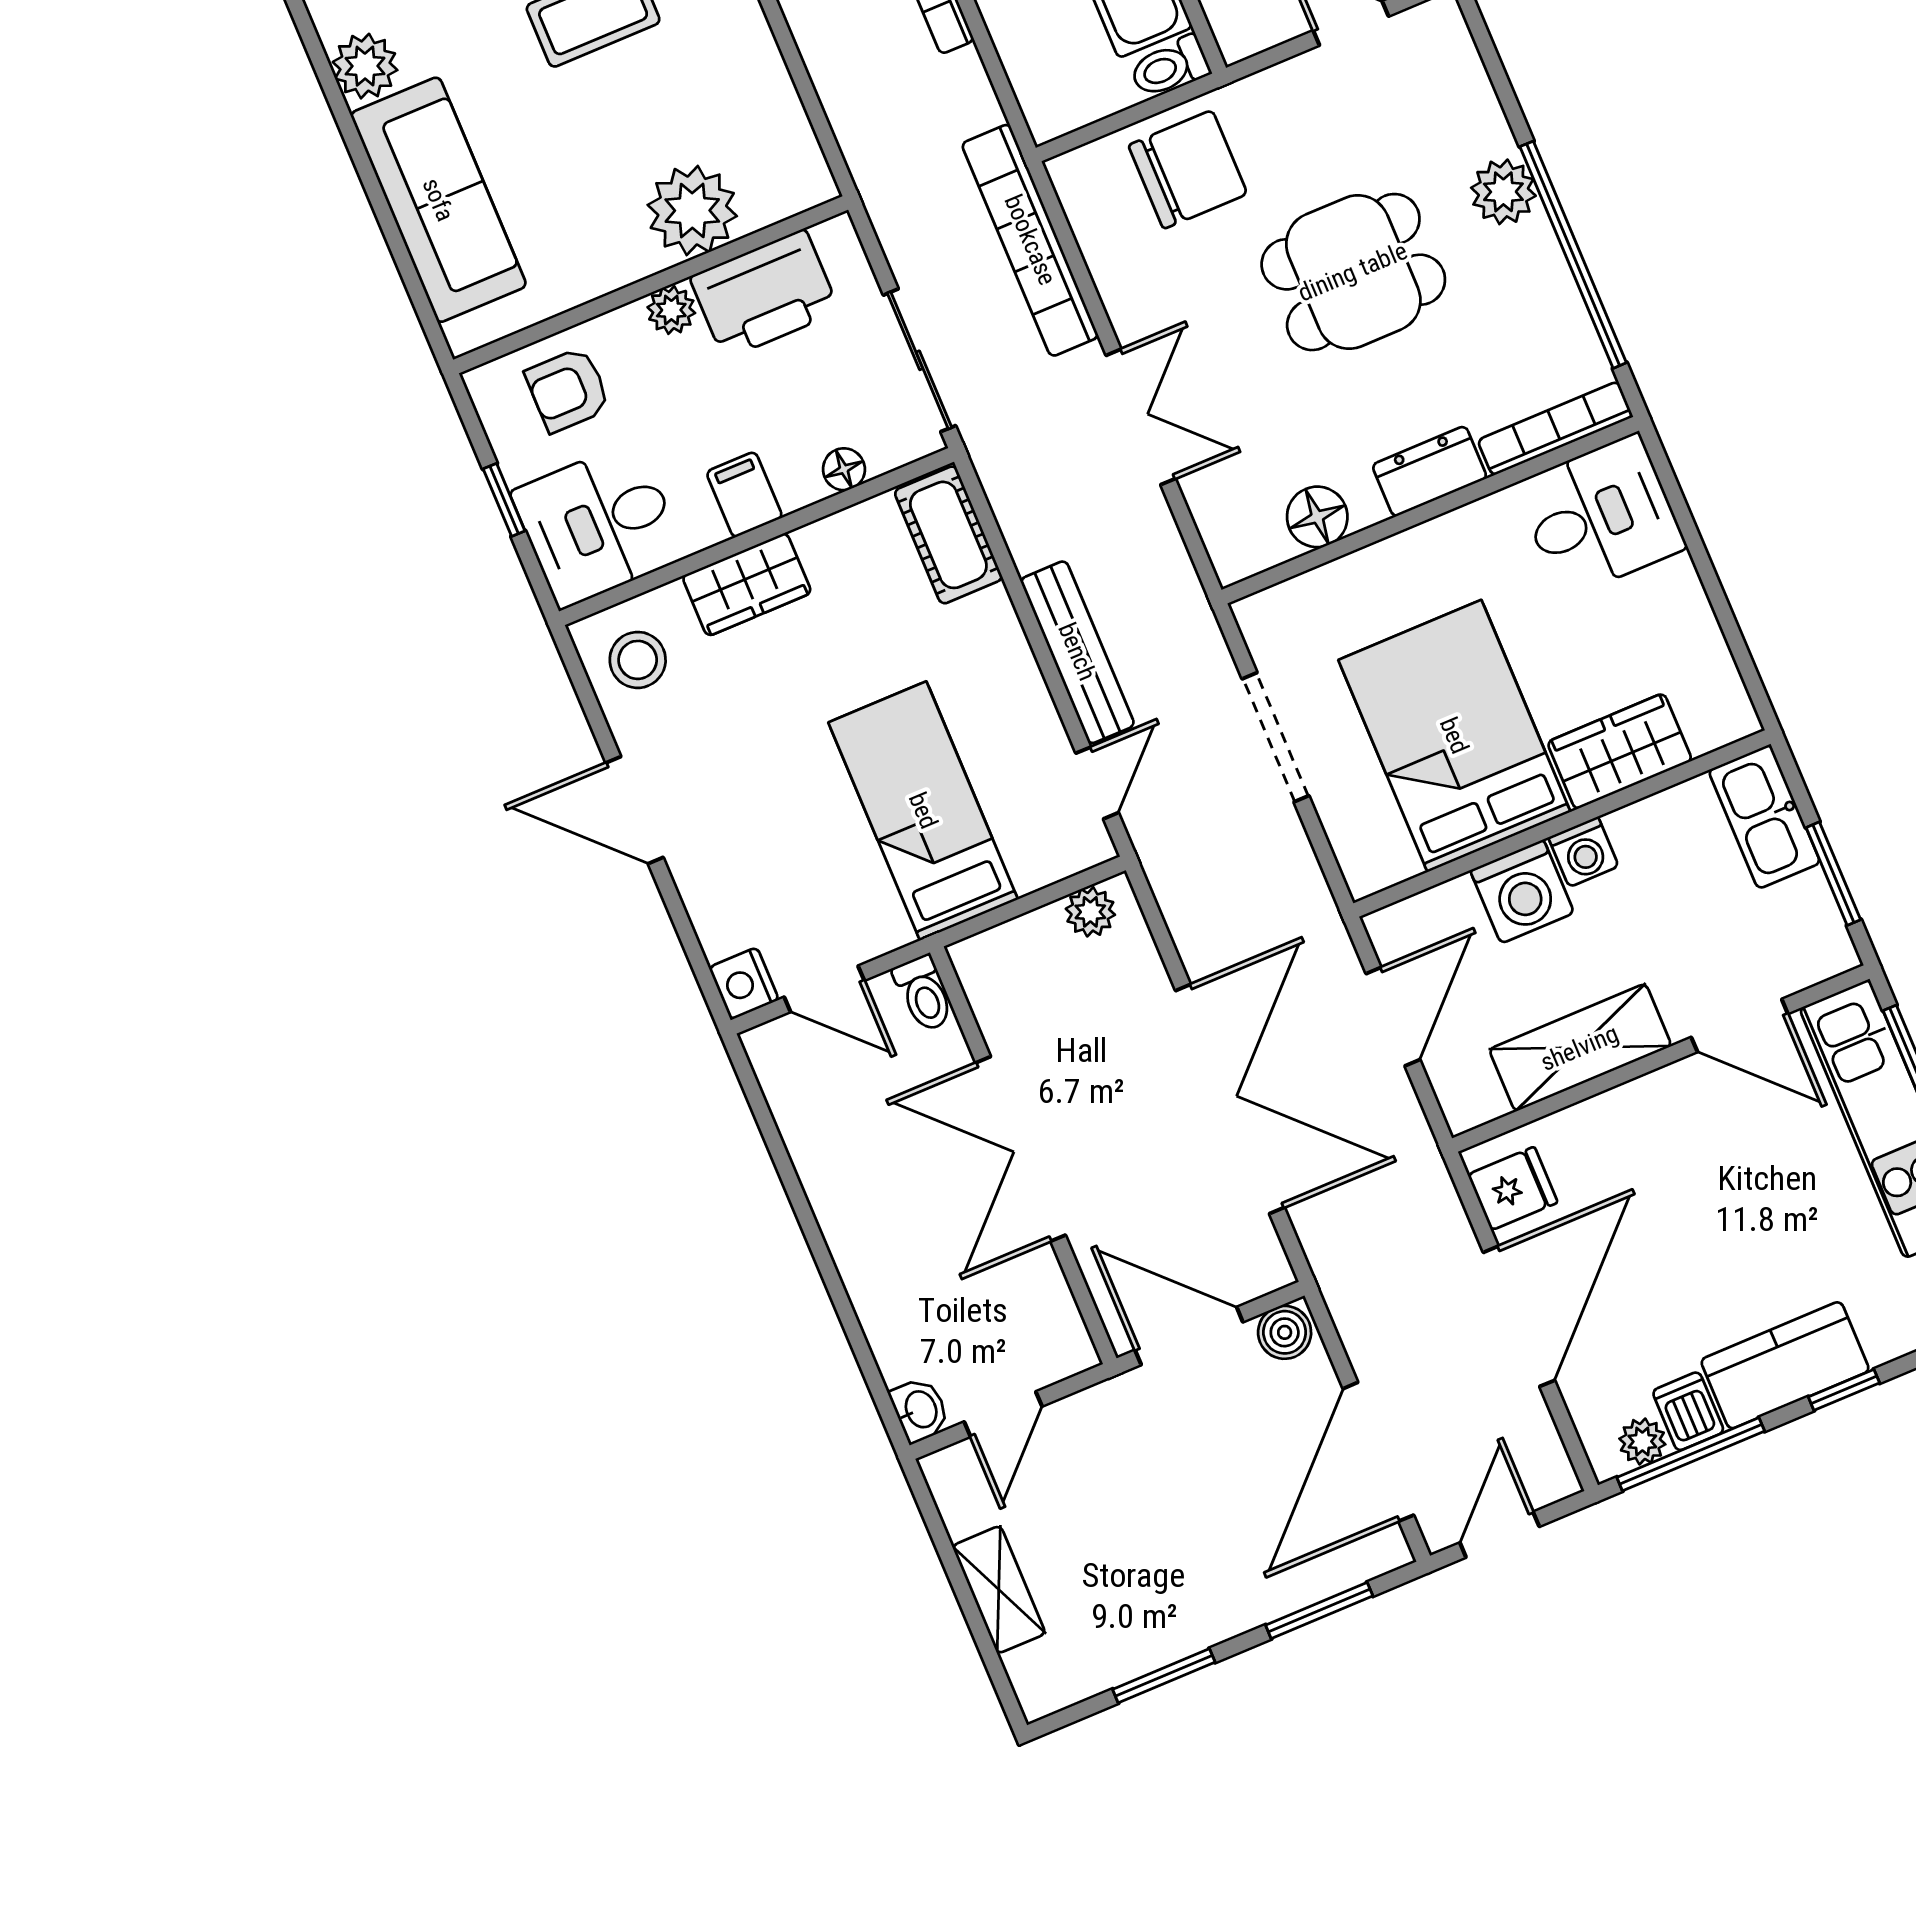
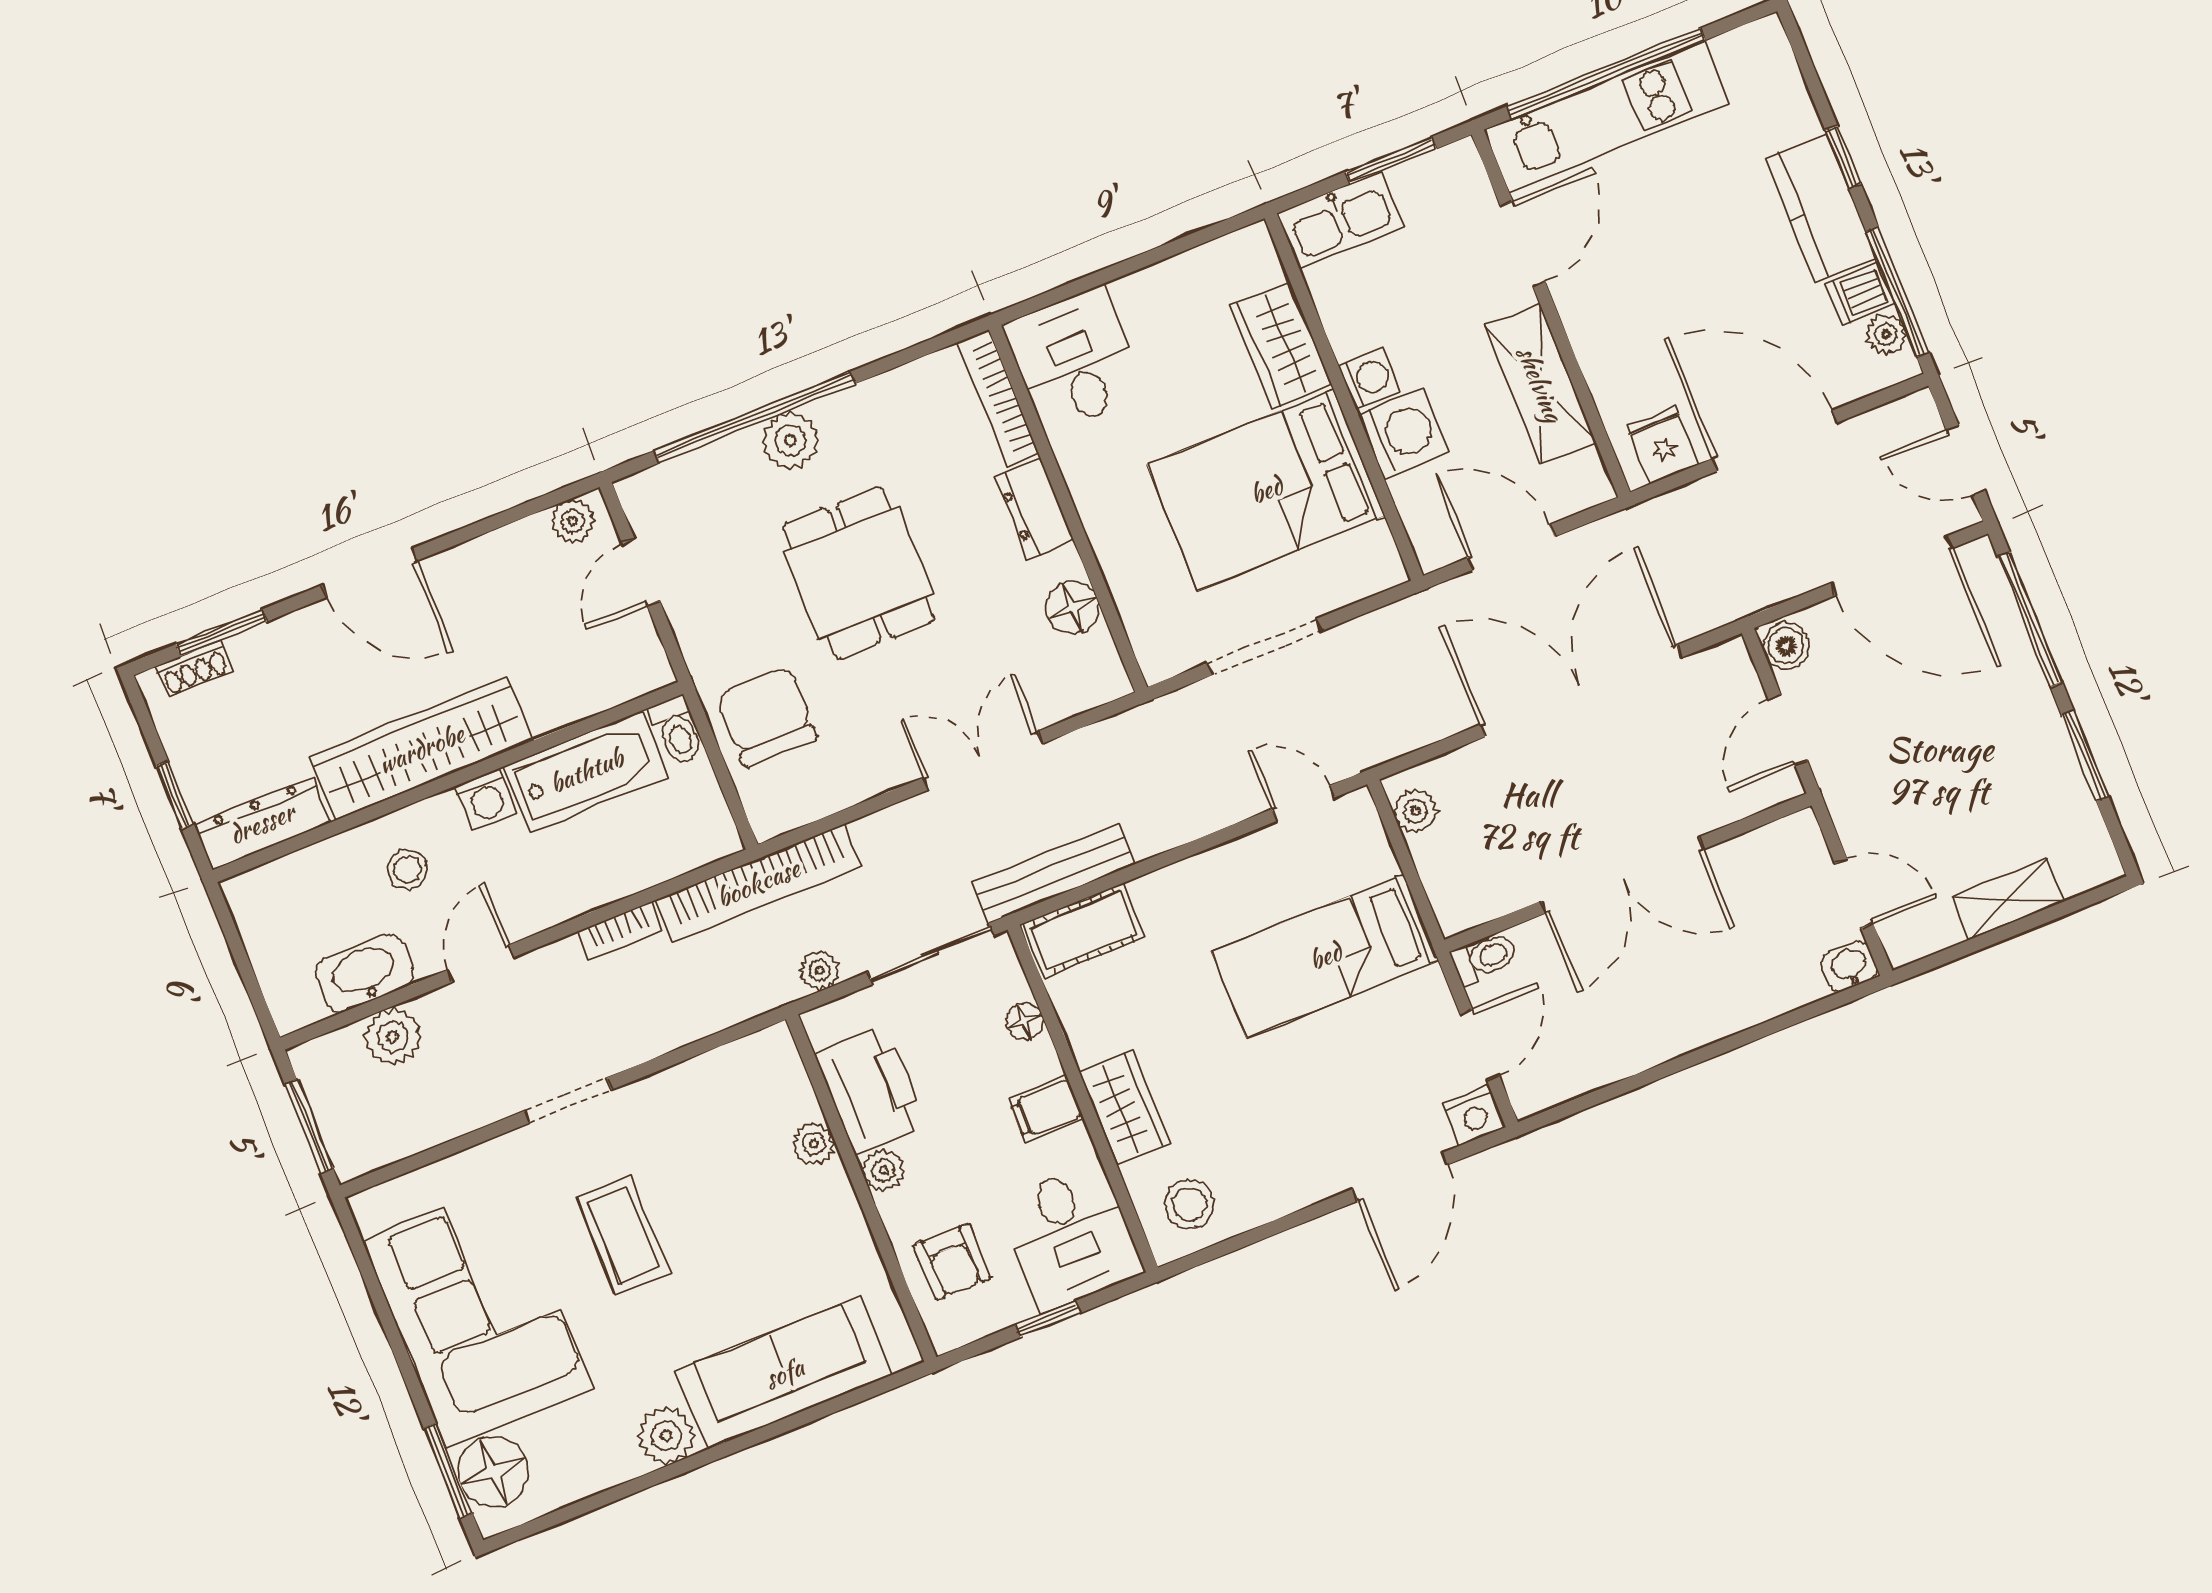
plant: (692, 210) -> (814, 1144), width x0.53, depth x0.53
plant: (899, 234) -> (819, 970), added
bookcase: (1030, 240) -> (758, 883), moved
window: (1573, 255) -> (755, 417), moved
bench: (1077, 652) -> (1054, 873), moved
door: (634, 810) -> (1400, 1177), moved
door: (1189, 1336) -> (1788, 730), width x0.73
window: (1319, 1610) -> (2030, 619), width x1.44

